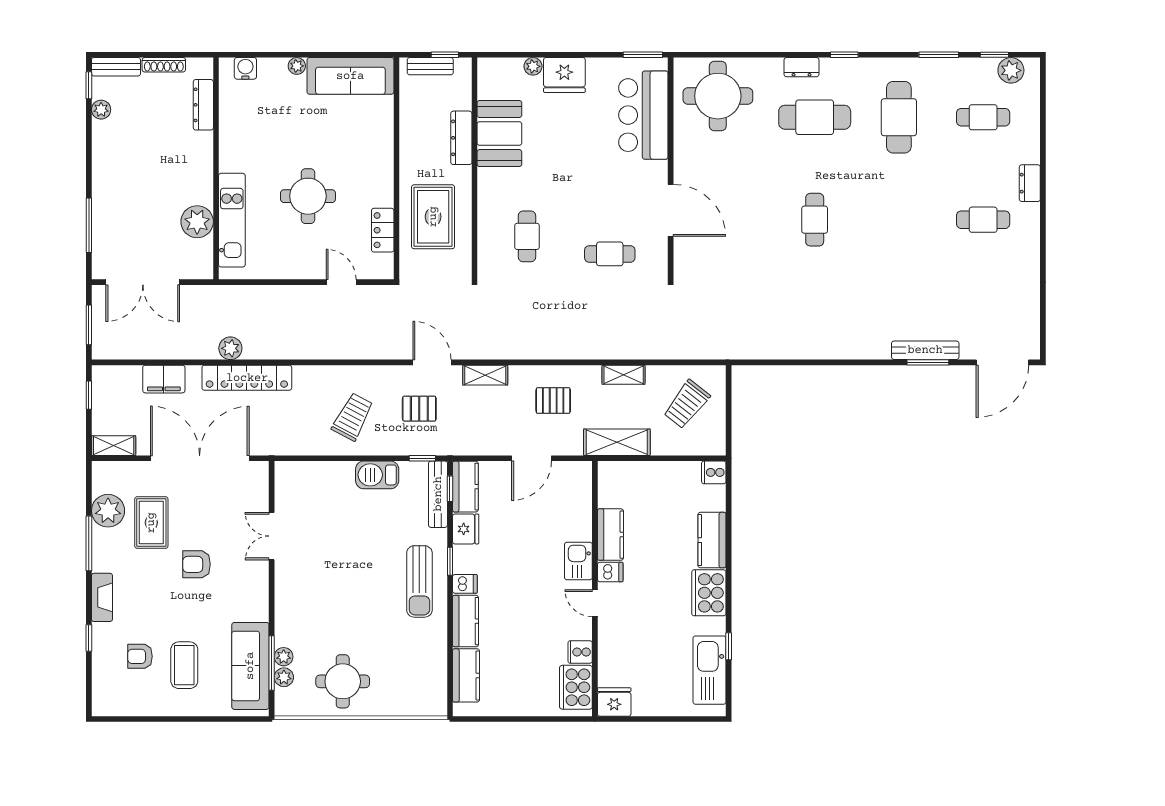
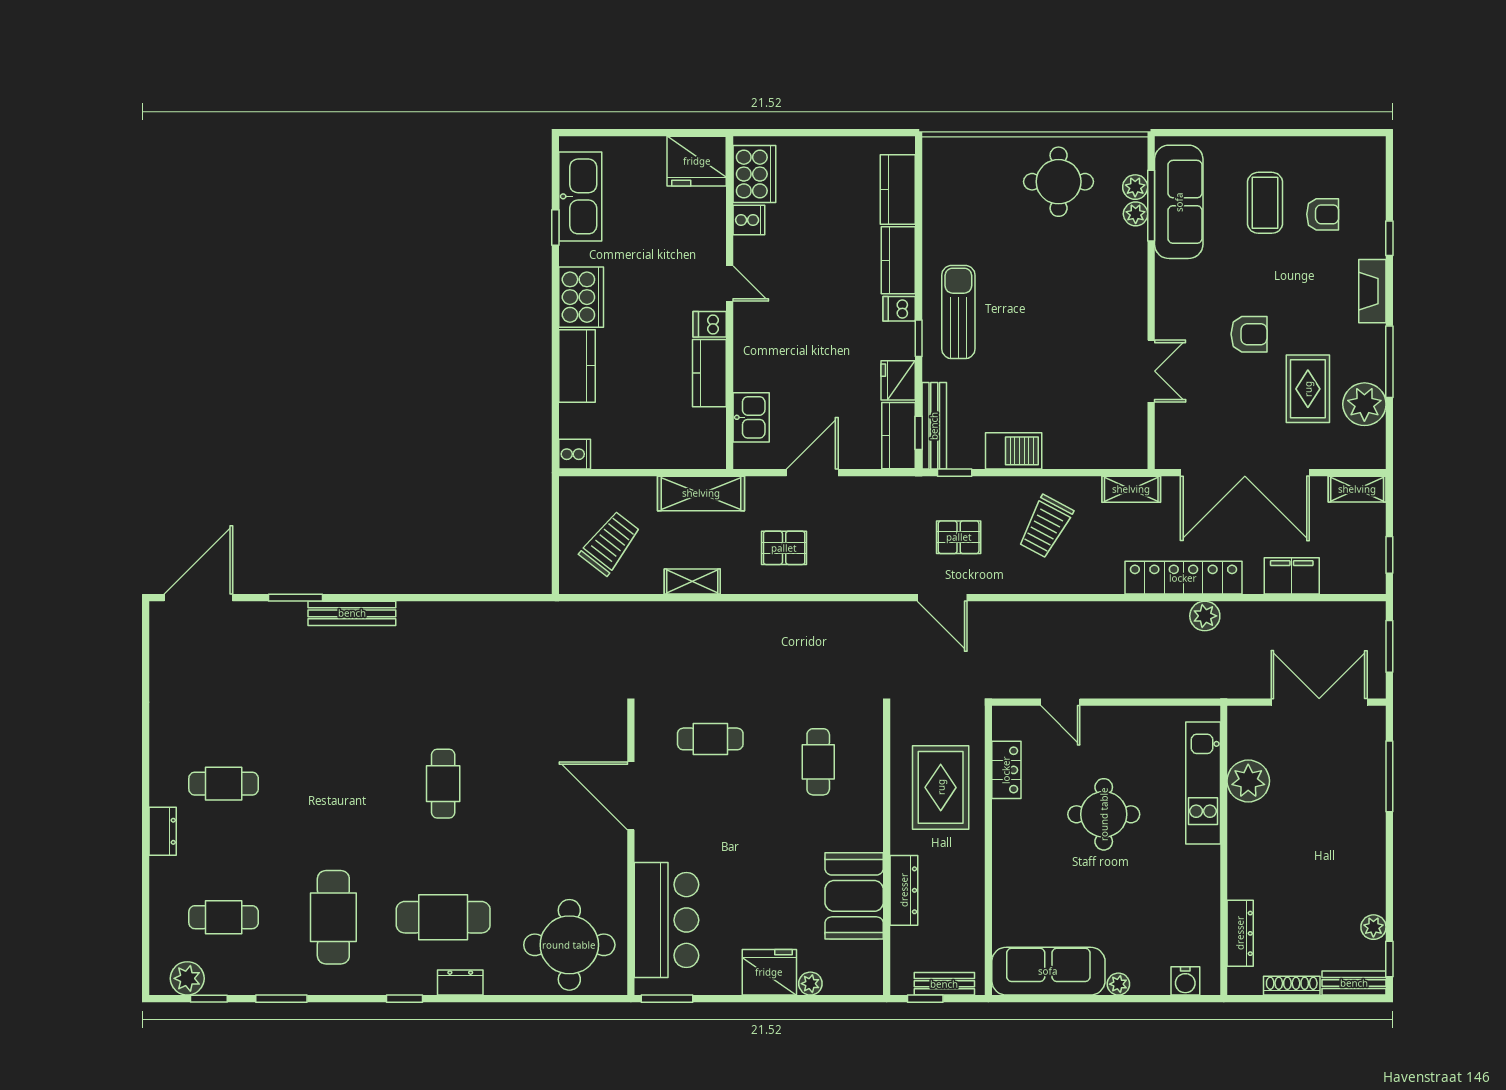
bench: (925, 350) -> (352, 613), moved
shelving: (485, 375) -> (1131, 489), moved
kitchen sink: (578, 561) -> (751, 417), moved
fridge: (614, 702) -> (697, 161), width x1.36, depth x1.34

